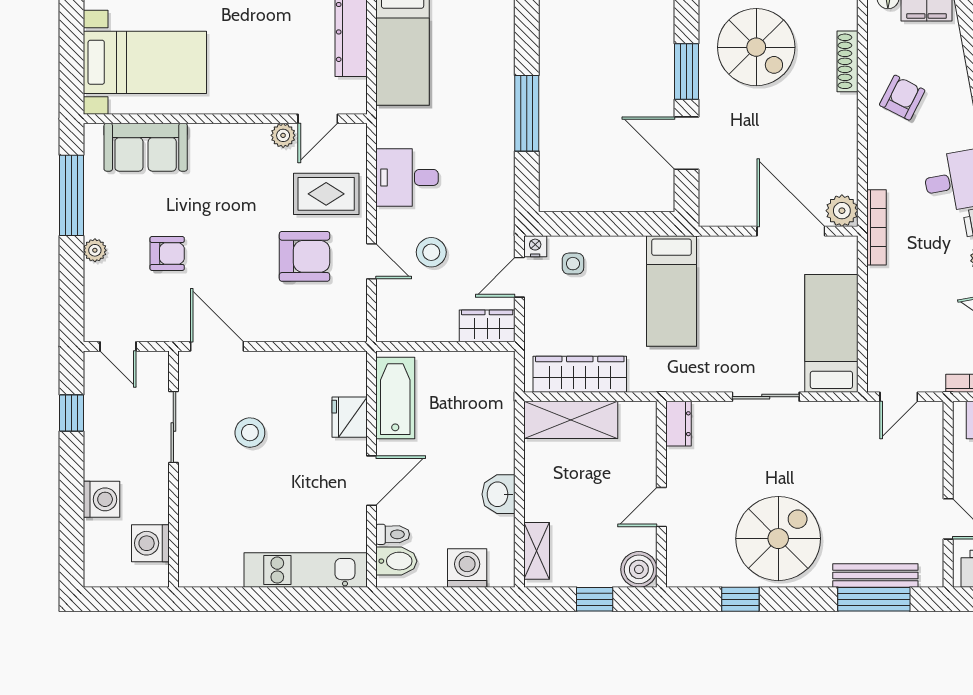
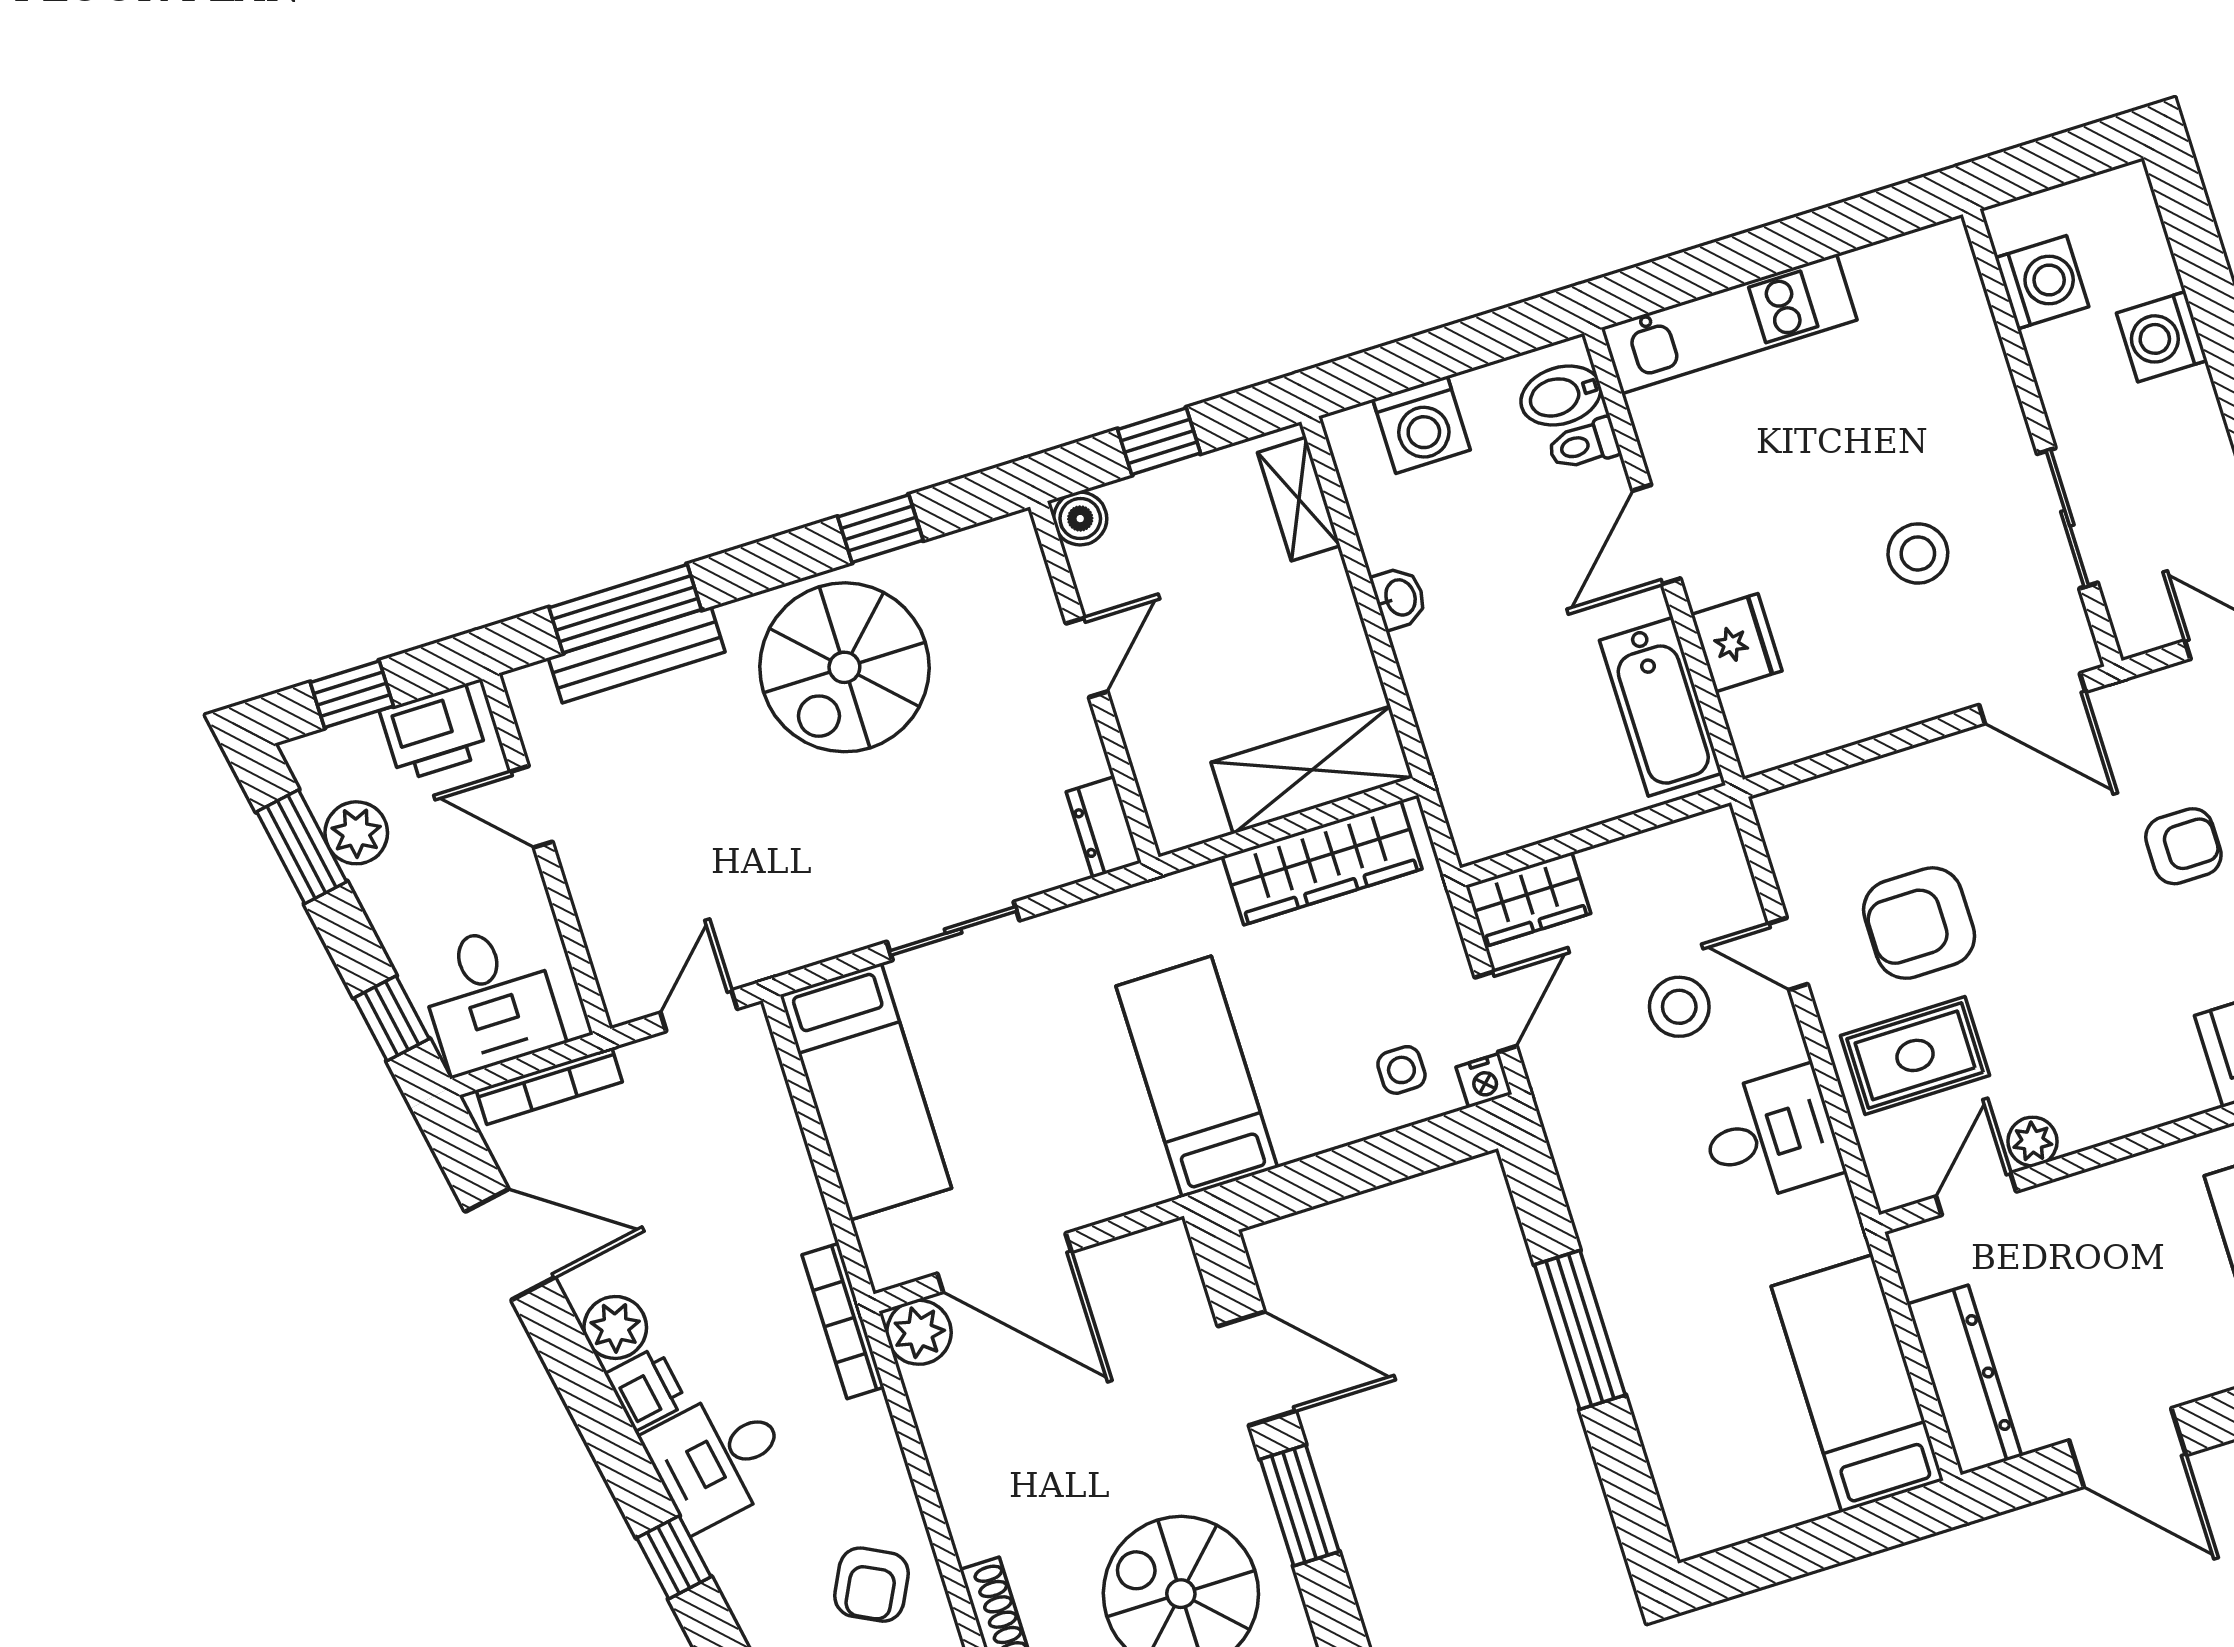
armchair: (167, 253) -> (2183, 846), turned 180
washbasin: (498, 494) -> (1399, 598), width x0.72, depth x0.69
boiler: (639, 569) -> (1080, 519), width x0.73, depth x0.73

